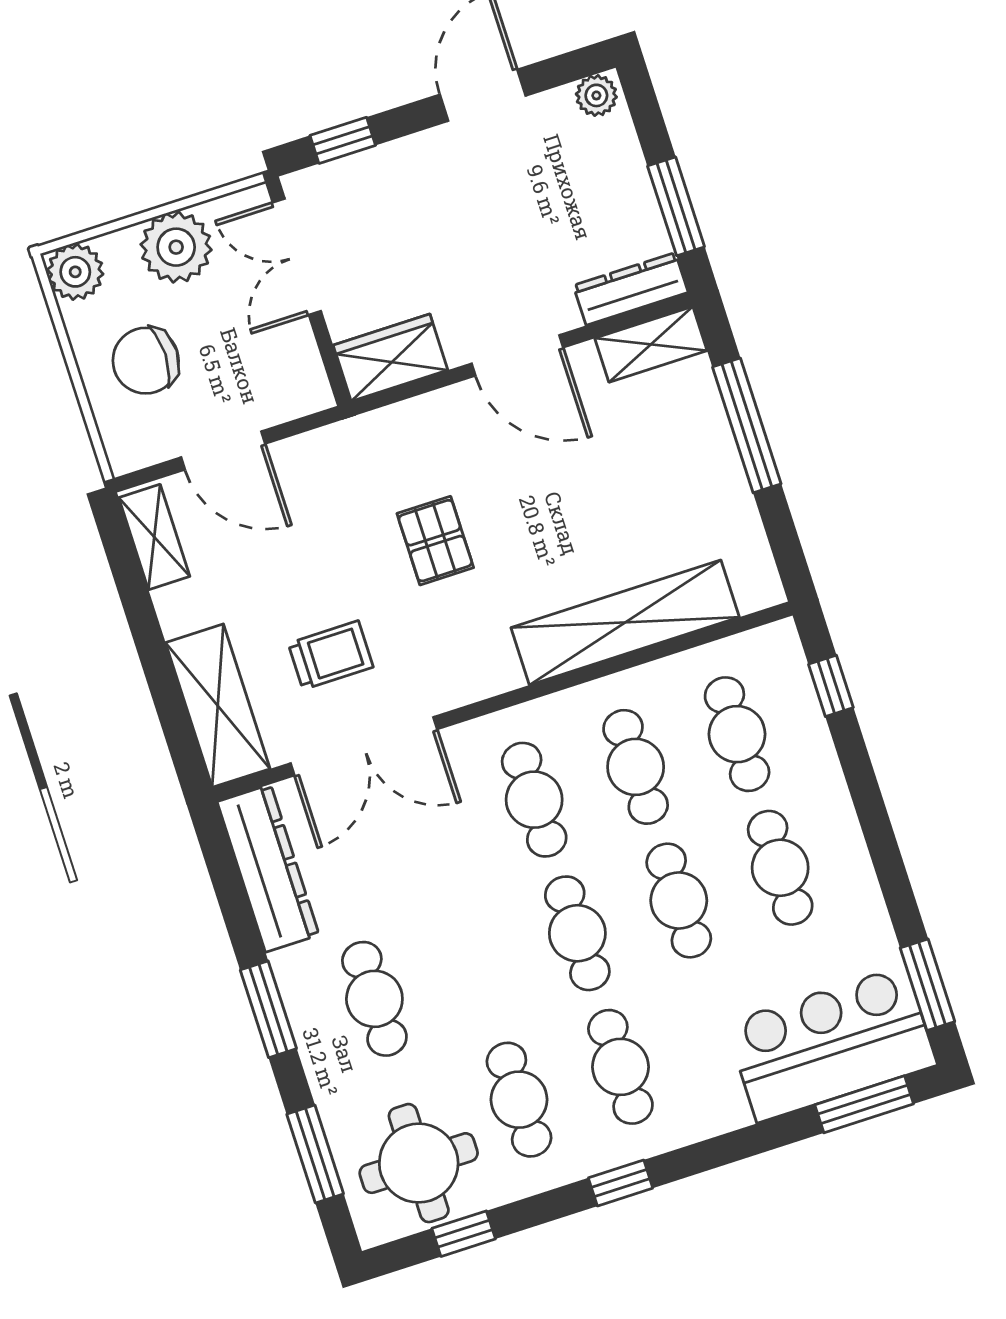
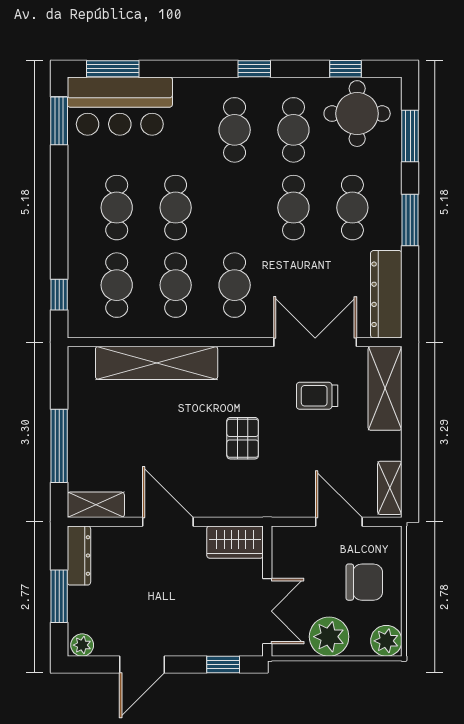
window: (676, 206) -> (59, 596), moved
dresser: (631, 289) -> (79, 555), moved, turned -90
cafe table: (577, 933) -> (293, 208), moved

